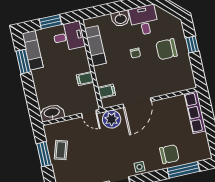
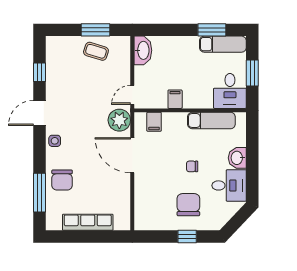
row of seats: (195, 112) -> (88, 222), moved

